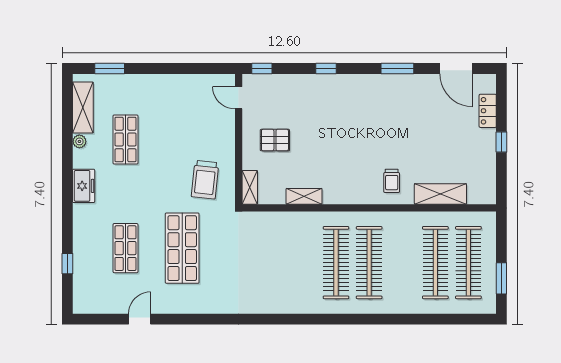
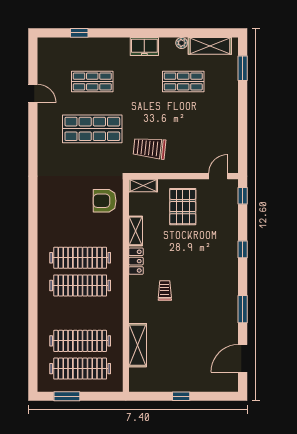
locker: (488, 111) -> (136, 261), moved, turned 90
pallet: (275, 140) -> (183, 207), width x1.50, depth x1.42
trolley: (392, 181) -> (165, 290), moved, turned 90
armchair: (268, 233) -> (105, 201), added

